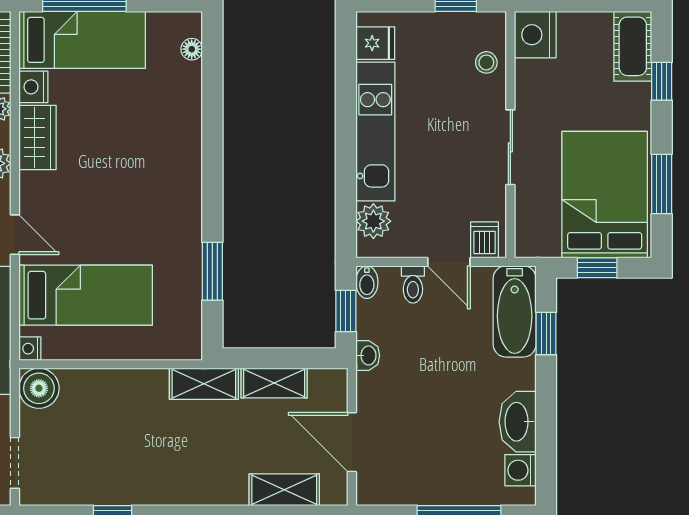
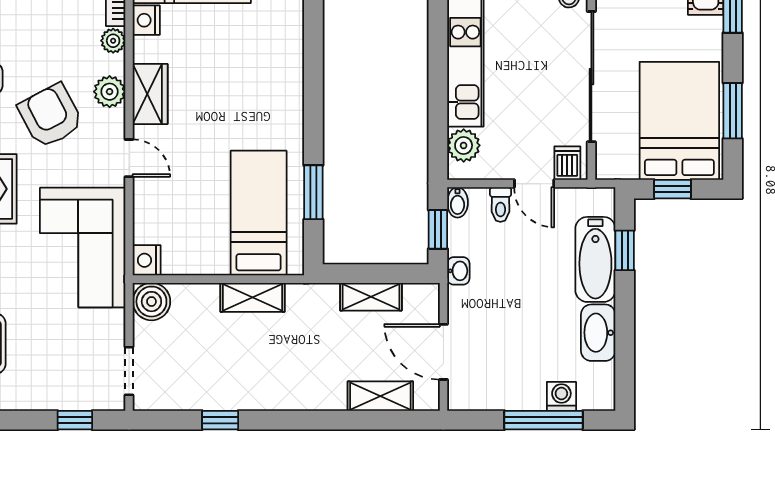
wardrobe: (37, 137) -> (150, 94), moved
sliding door: (510, 147) -> (591, 77), width x1.86
bed: (86, 295) -> (259, 213), moved, turned -90
bathtub: (515, 311) -> (595, 259), moved
nightstand: (30, 349) -> (147, 260), width x1.39, depth x1.35
shelving: (204, 384) -> (252, 297), moved
washing machine: (520, 470) -> (561, 396), moved, turned 90

